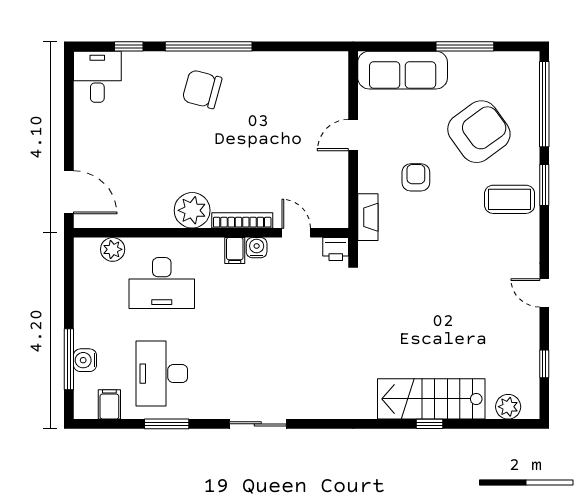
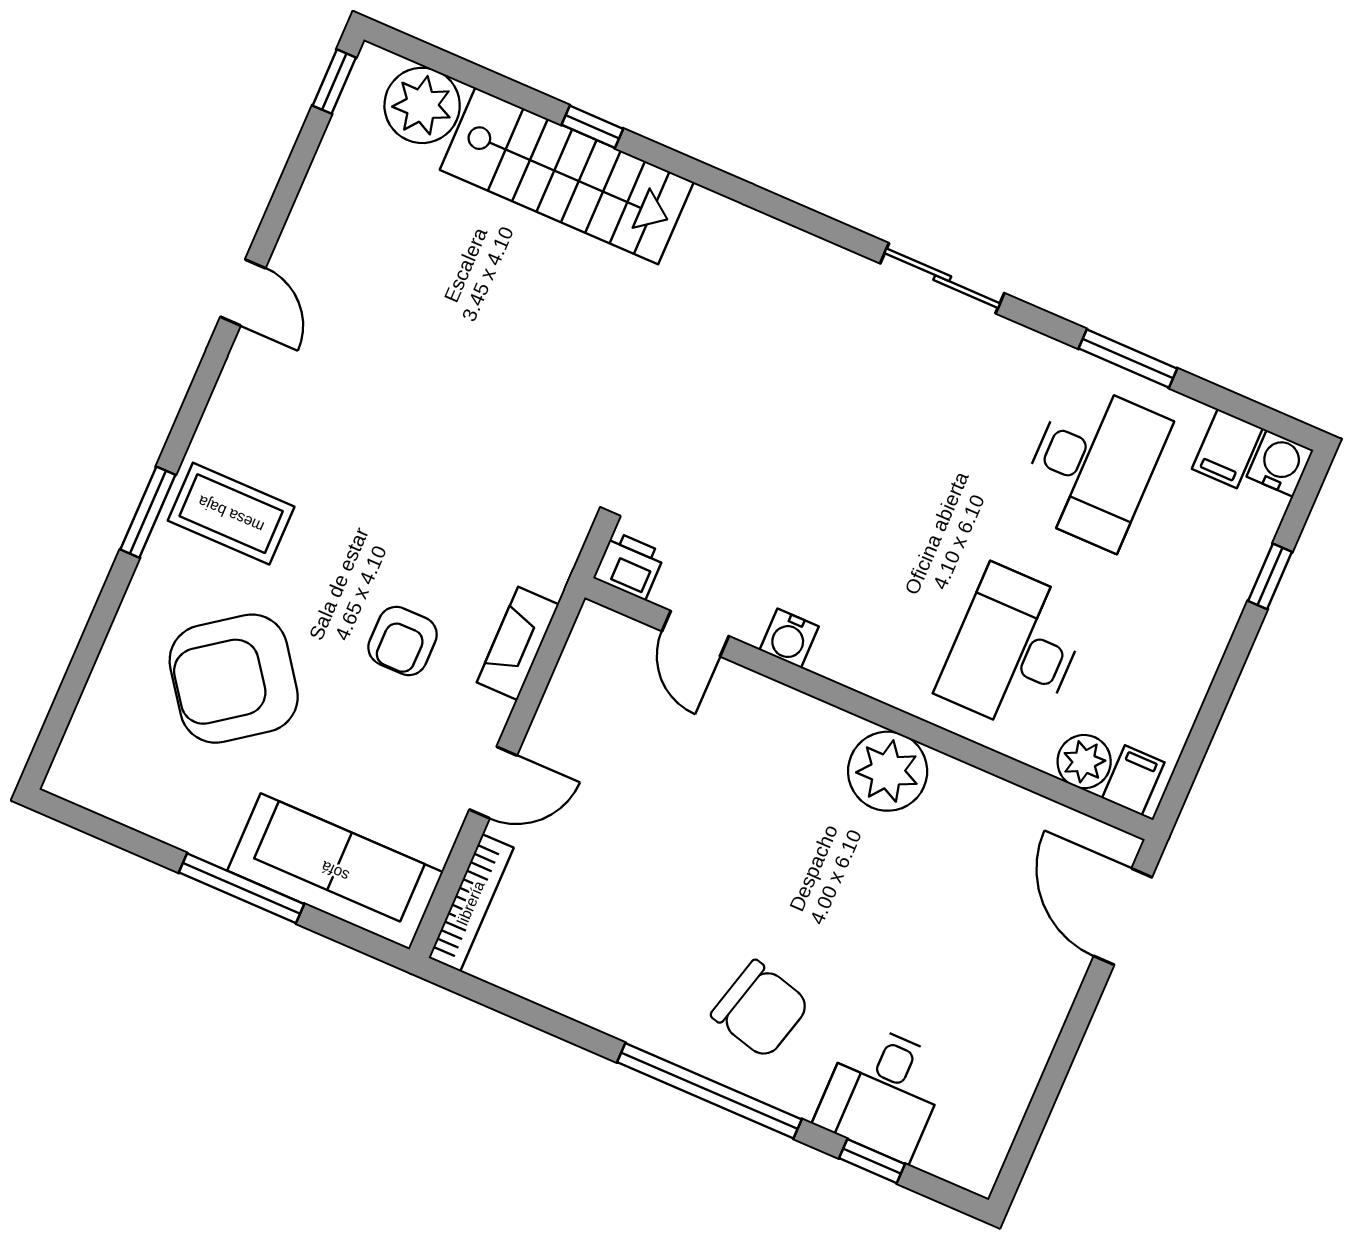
window: (465, 46) -> (241, 888), moved
desk: (97, 77) -> (883, 1092), moved
window: (544, 104) -> (76, 677), removed
fireplace: (368, 217) -> (518, 643), moved
bookcase: (242, 220) -> (471, 903), moved, turned -90
filing cabinet: (235, 250) -> (1133, 780), moved
desk: (162, 283) -> (1014, 650), turned -90
window: (69, 359) -> (1270, 576), width x0.46
water cooler: (85, 360) -> (1280, 463), moved, turned -90
window: (544, 364) -> (334, 82), moved
plant: (508, 407) -> (422, 105), width x1.36, depth x1.36

